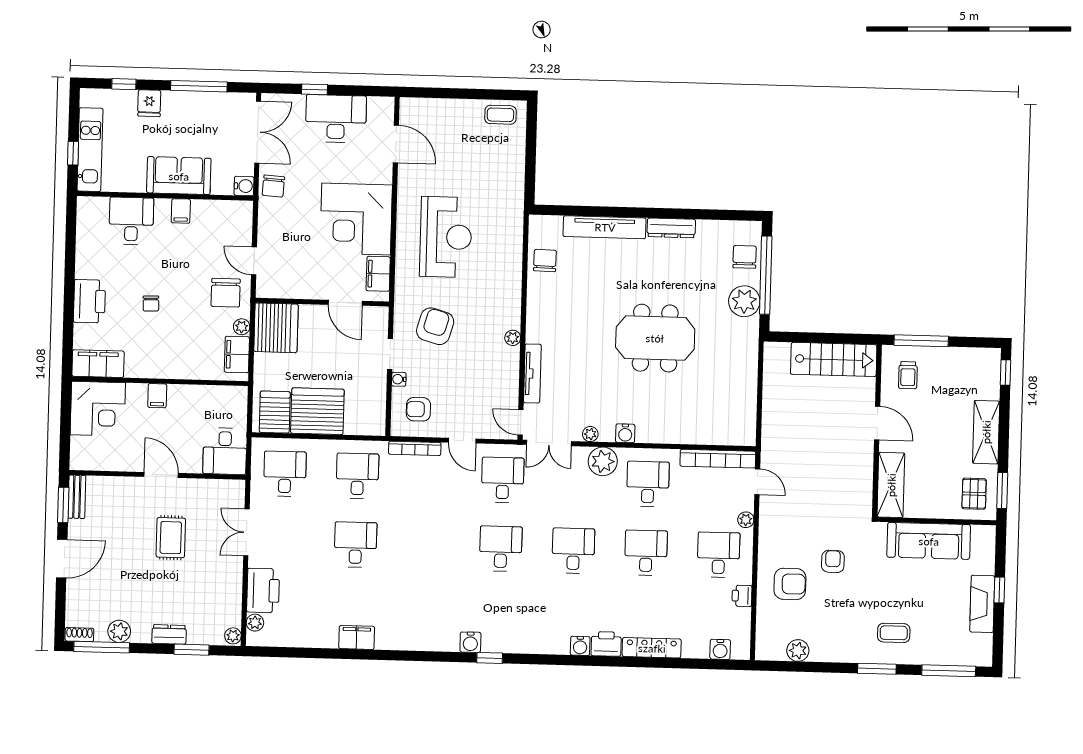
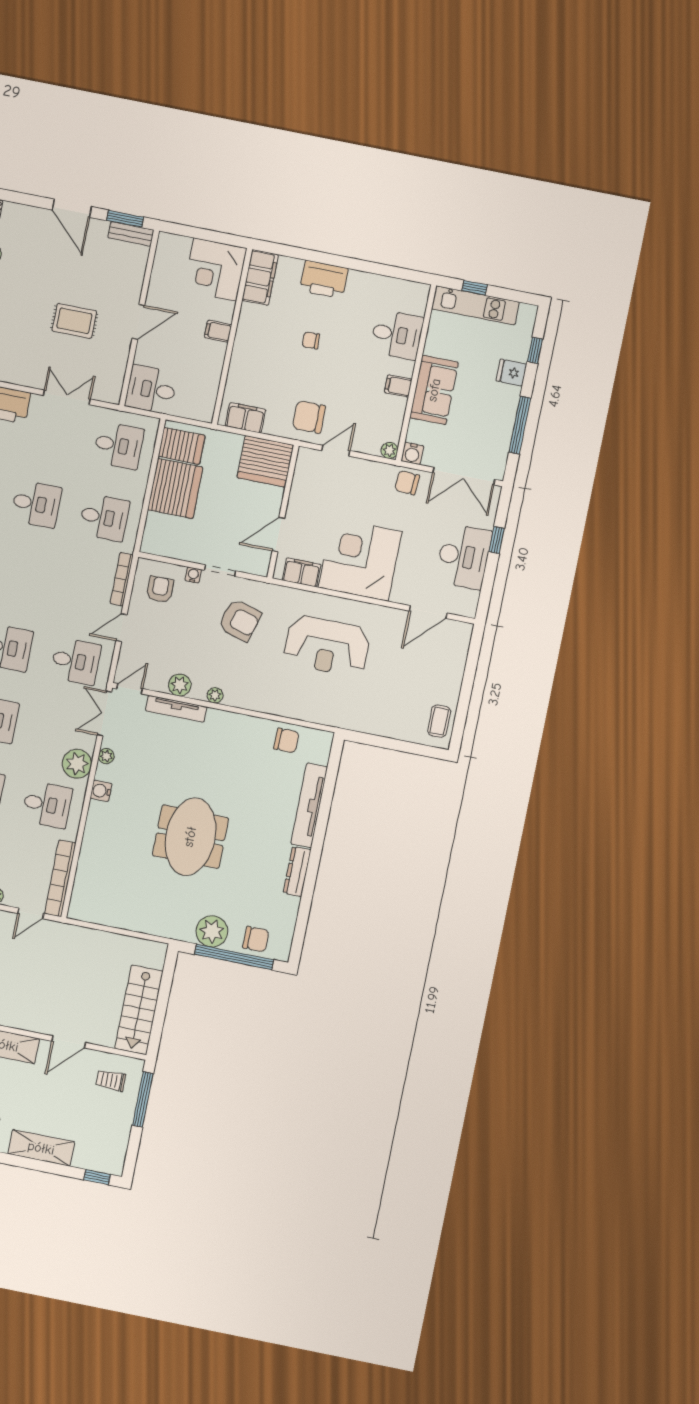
plant: (242, 327) -> (389, 450), moved
plant: (508, 374) -> (180, 685), added

